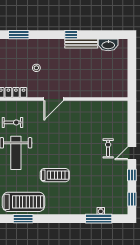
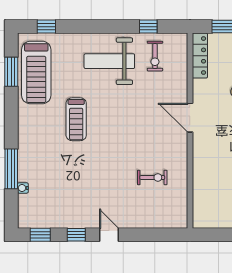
exercise bike: (108, 148) -> (152, 177), moved
window: (99, 219) -> (11, 169), moved

